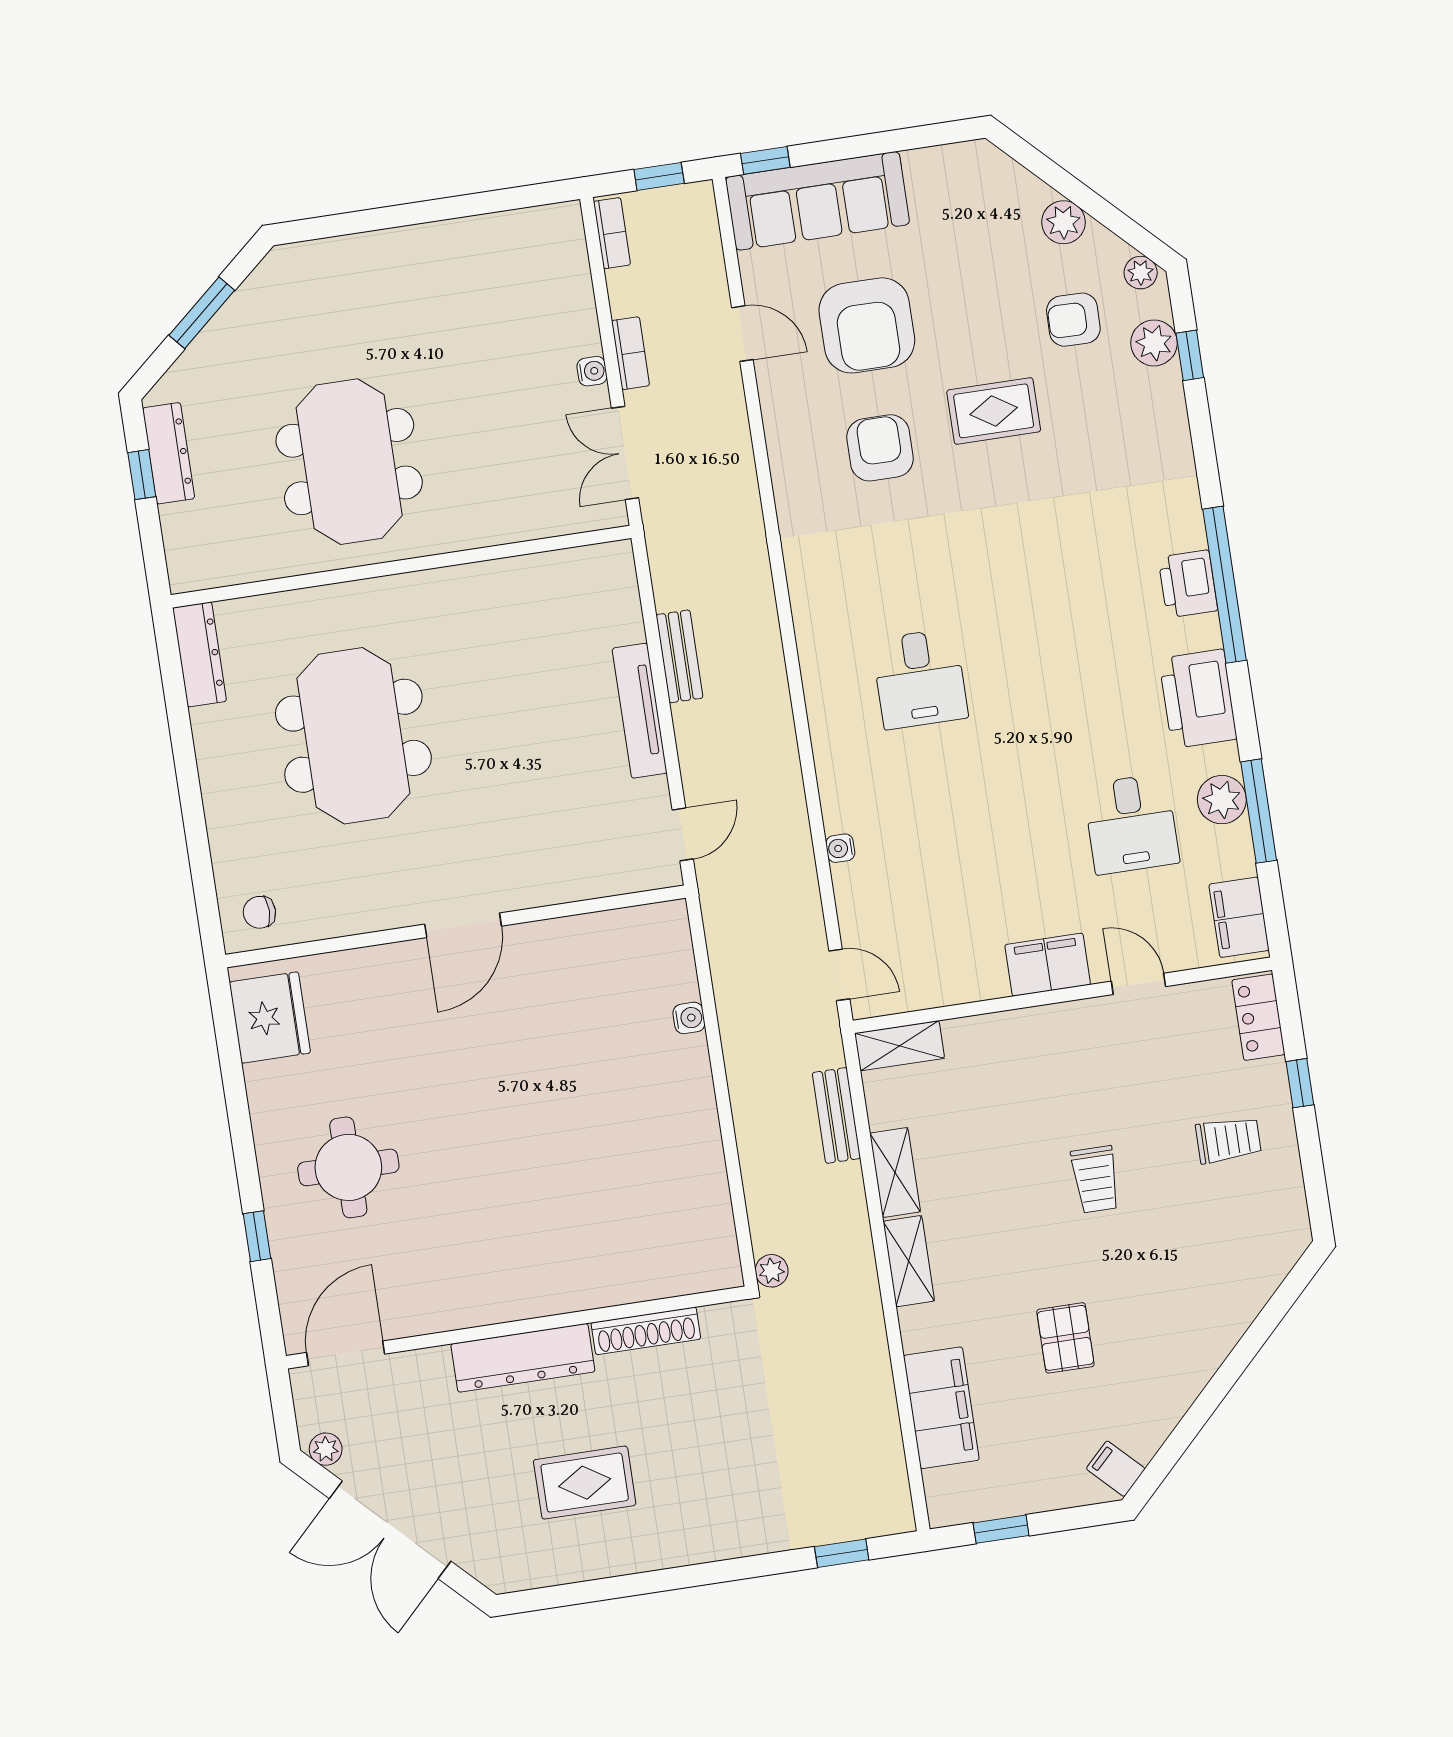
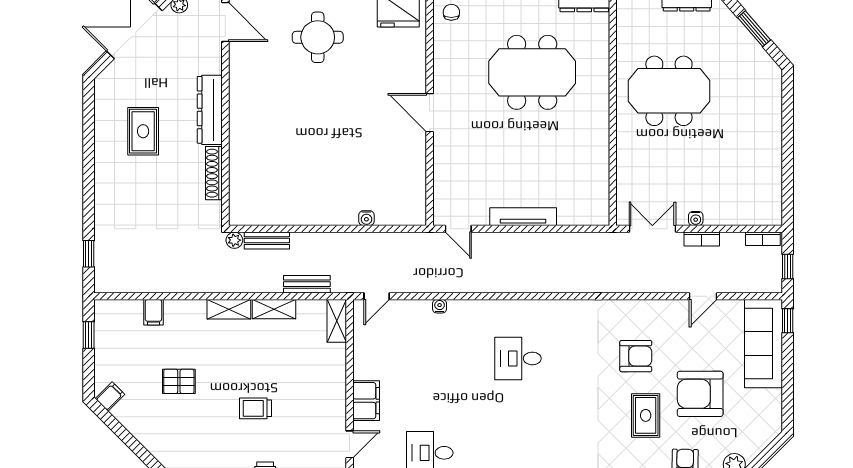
armchair: (867, 325) -> (700, 394), moved
bench: (679, 656) -> (267, 241), moved
filing cabinet: (941, 1408) -> (153, 312), width x0.33, depth x0.86

